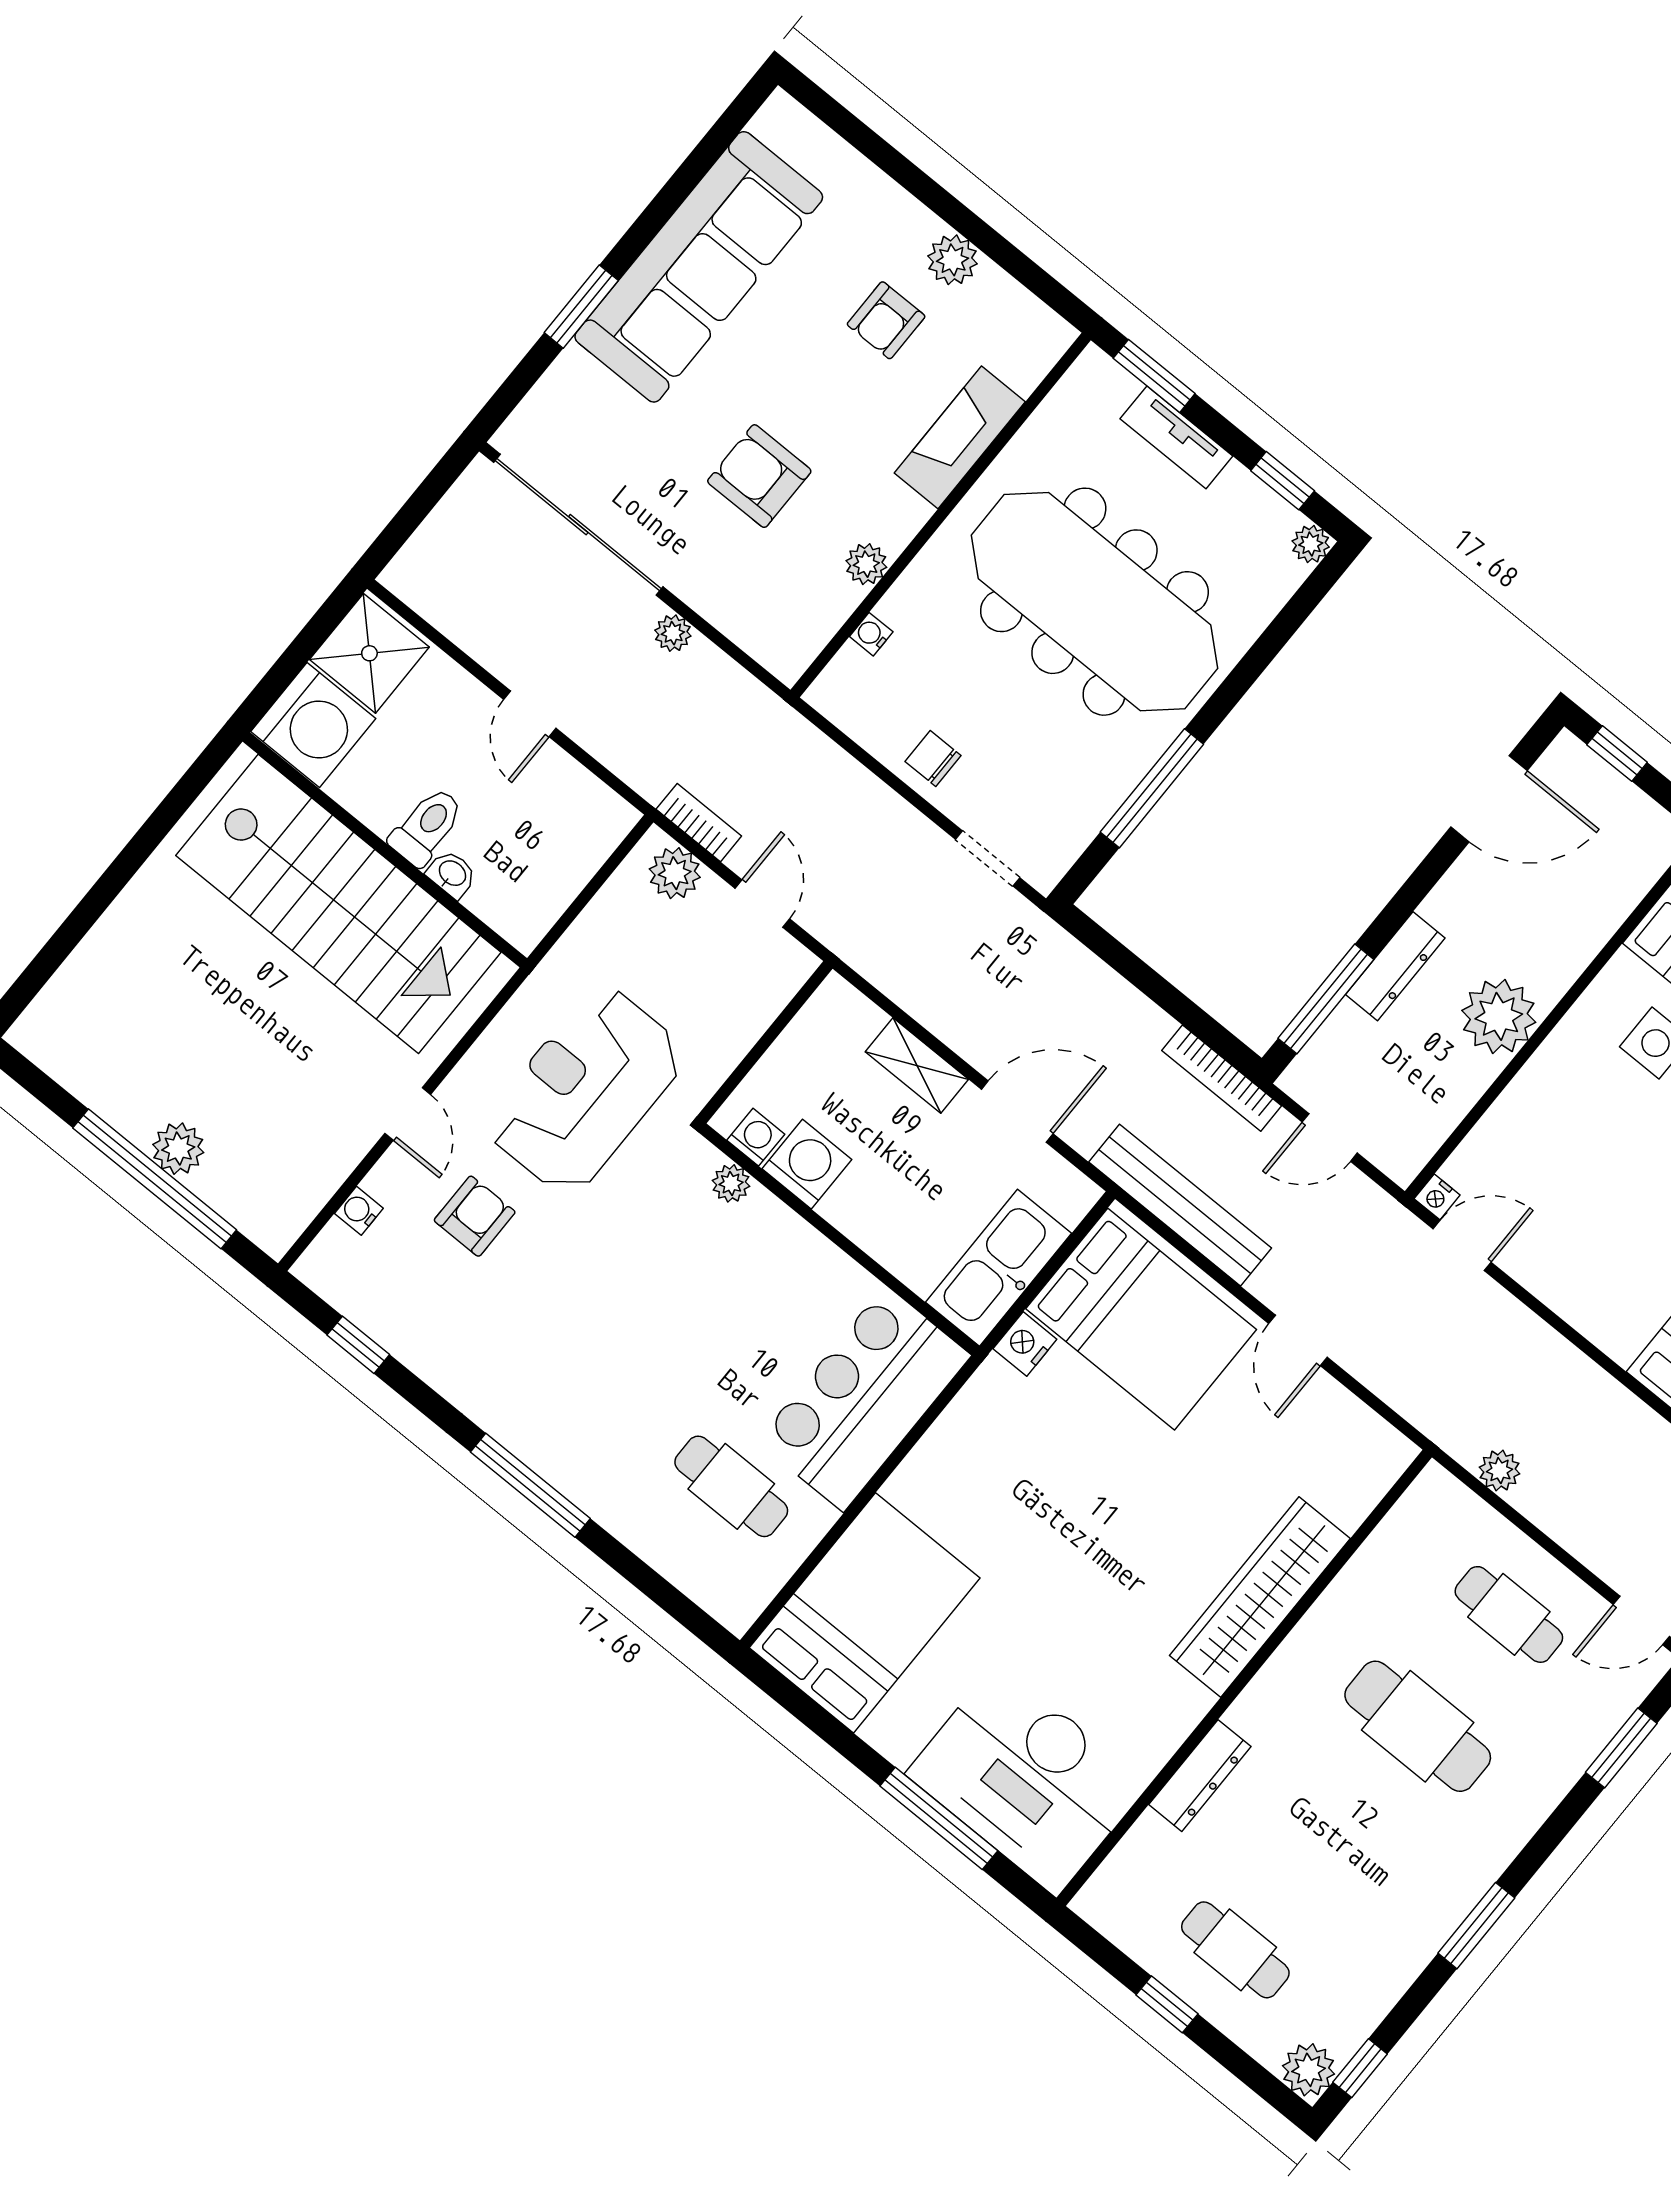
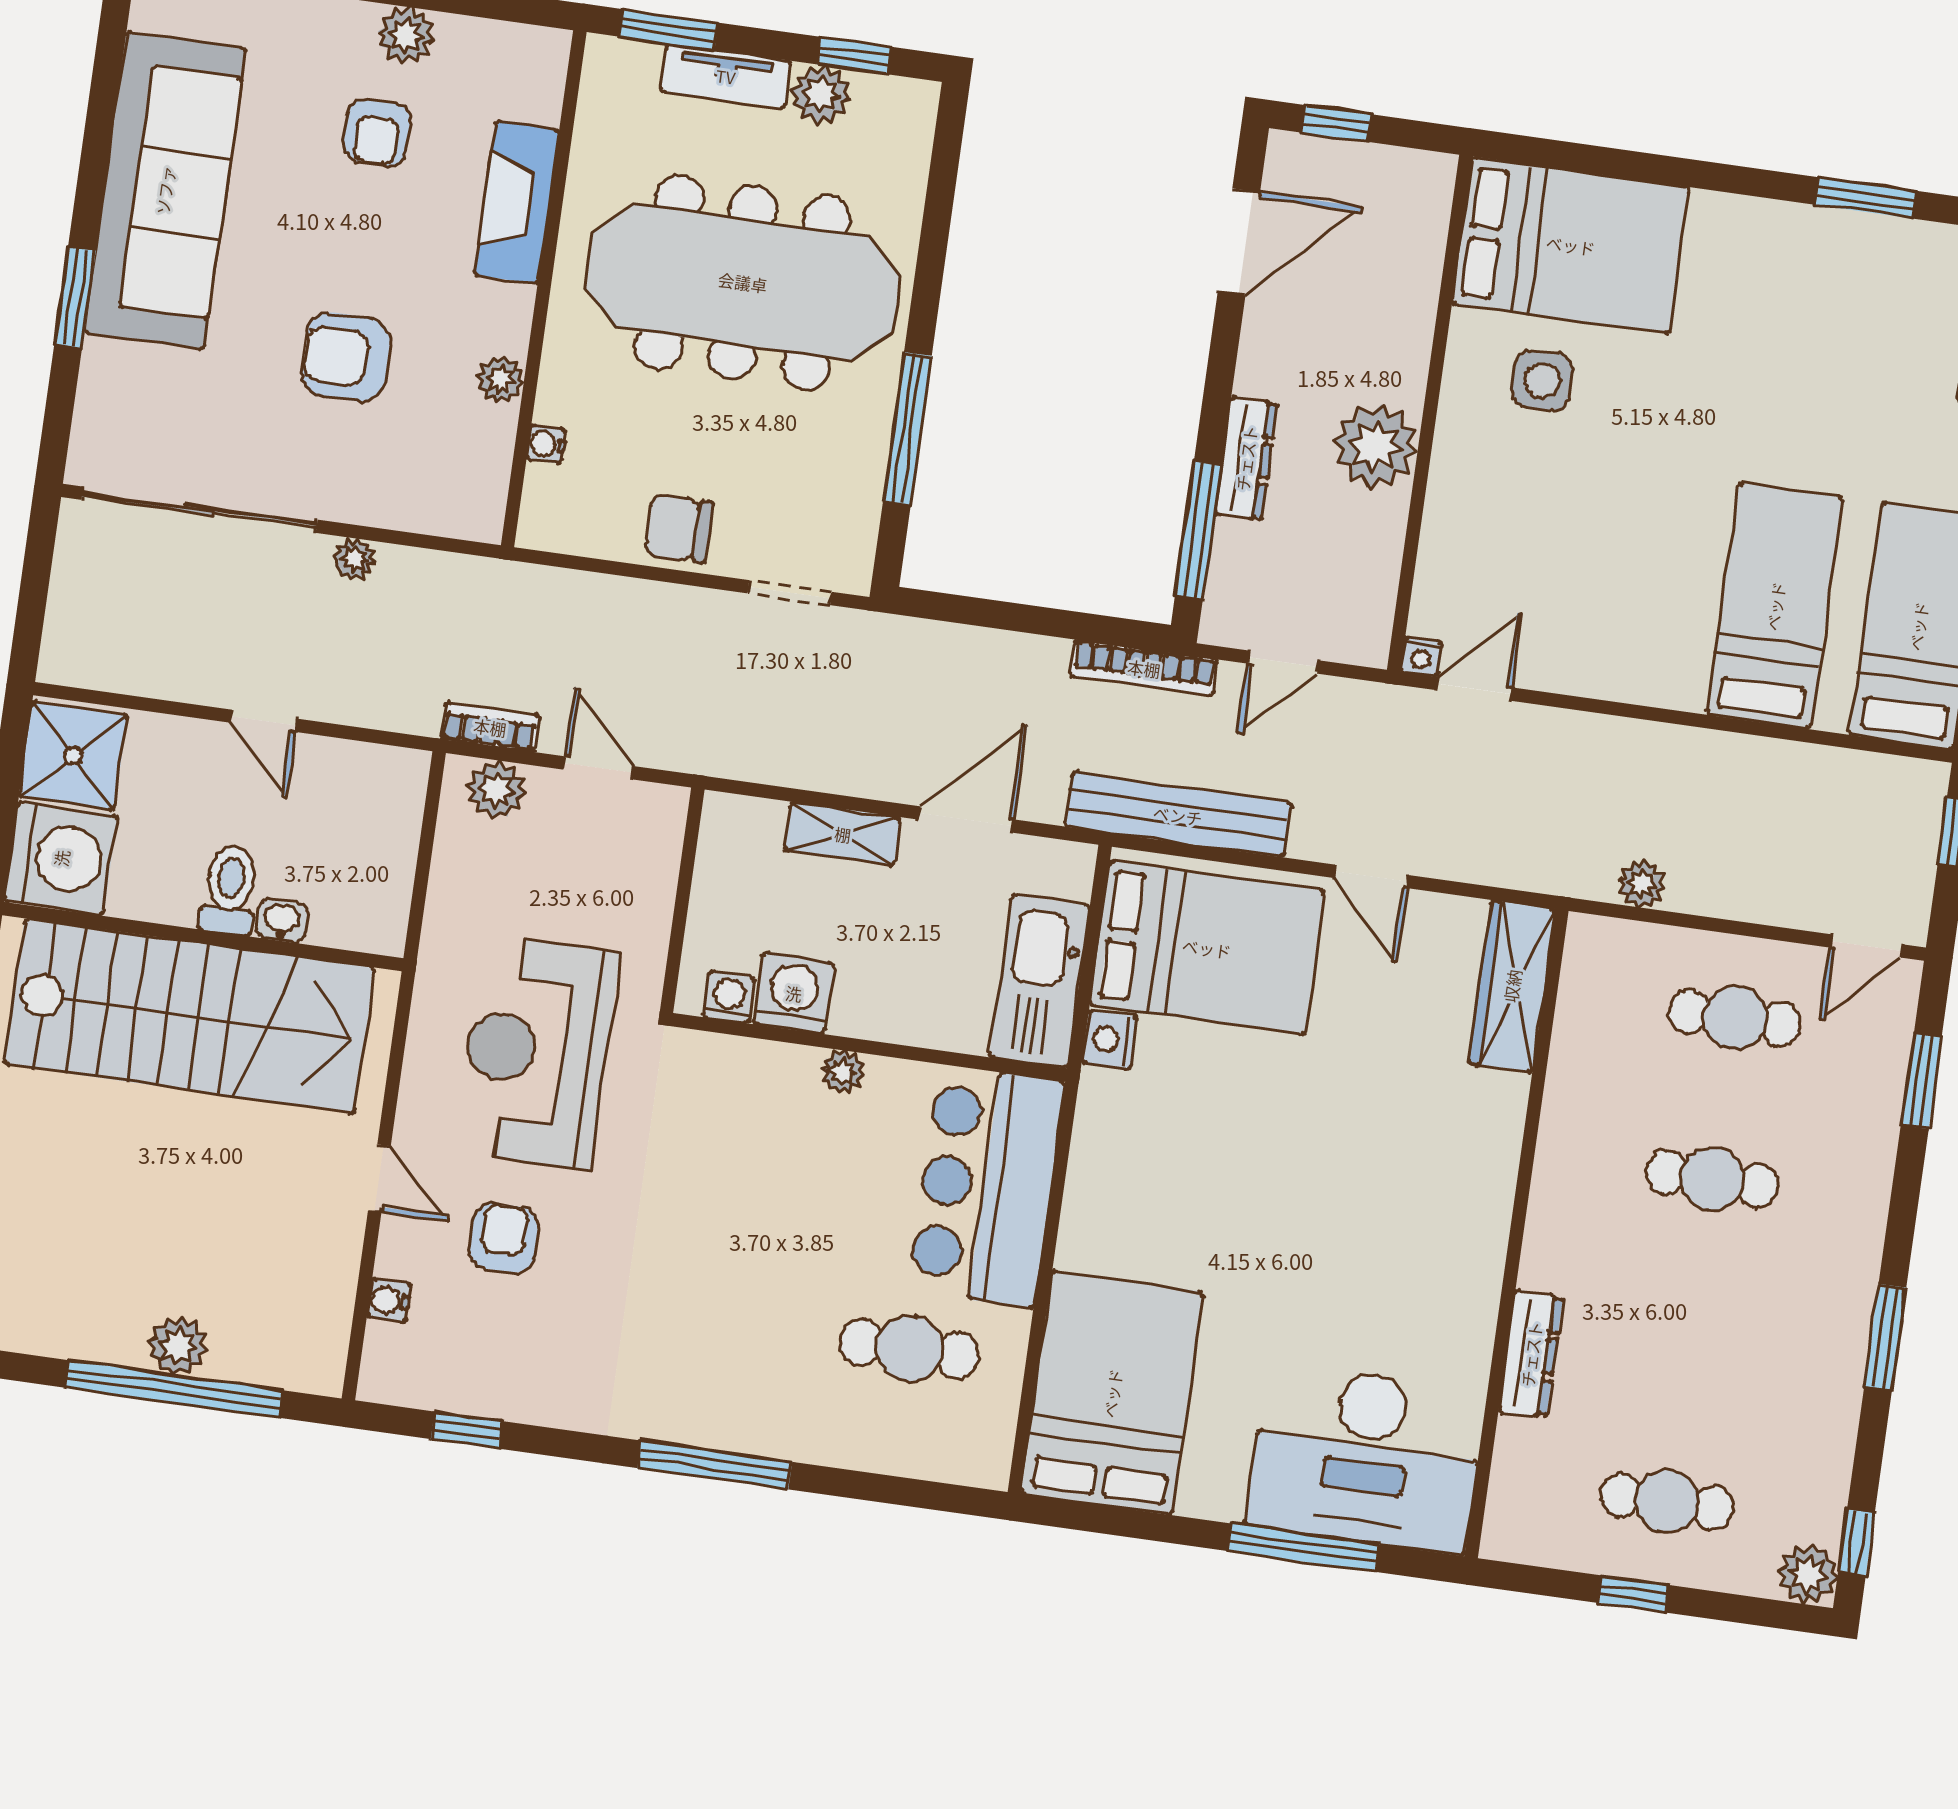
plant: (1311, 544) -> (821, 95), moved, width x1.38, depth x1.38
chair: (933, 758) -> (678, 528), width x1.37, depth x1.37
plant: (731, 1183) -> (843, 1072), moved
wardrobe: (1260, 1597) -> (1512, 986), moved, width x0.71, depth x0.85
cafe table: (1418, 1726) -> (1712, 1179), width x0.73, depth x0.74

